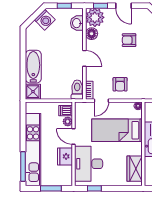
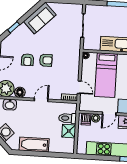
bathtub: (33, 67) -> (34, 144), moved
armchair: (120, 84) -> (46, 60), moved
toilet: (77, 90) -> (68, 118), moved
shower: (33, 92) -> (69, 131), moved

